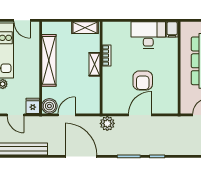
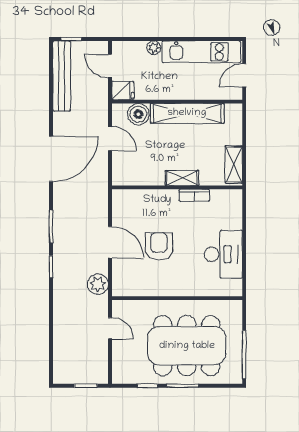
filing cabinet: (172, 29) -> (231, 288), removed
armchair: (143, 80) -> (159, 246), turned 90
boiler: (49, 106) -> (138, 114), moved
door: (15, 115) -> (110, 66), hinge flipped
plant: (107, 123) -> (98, 284), moved

